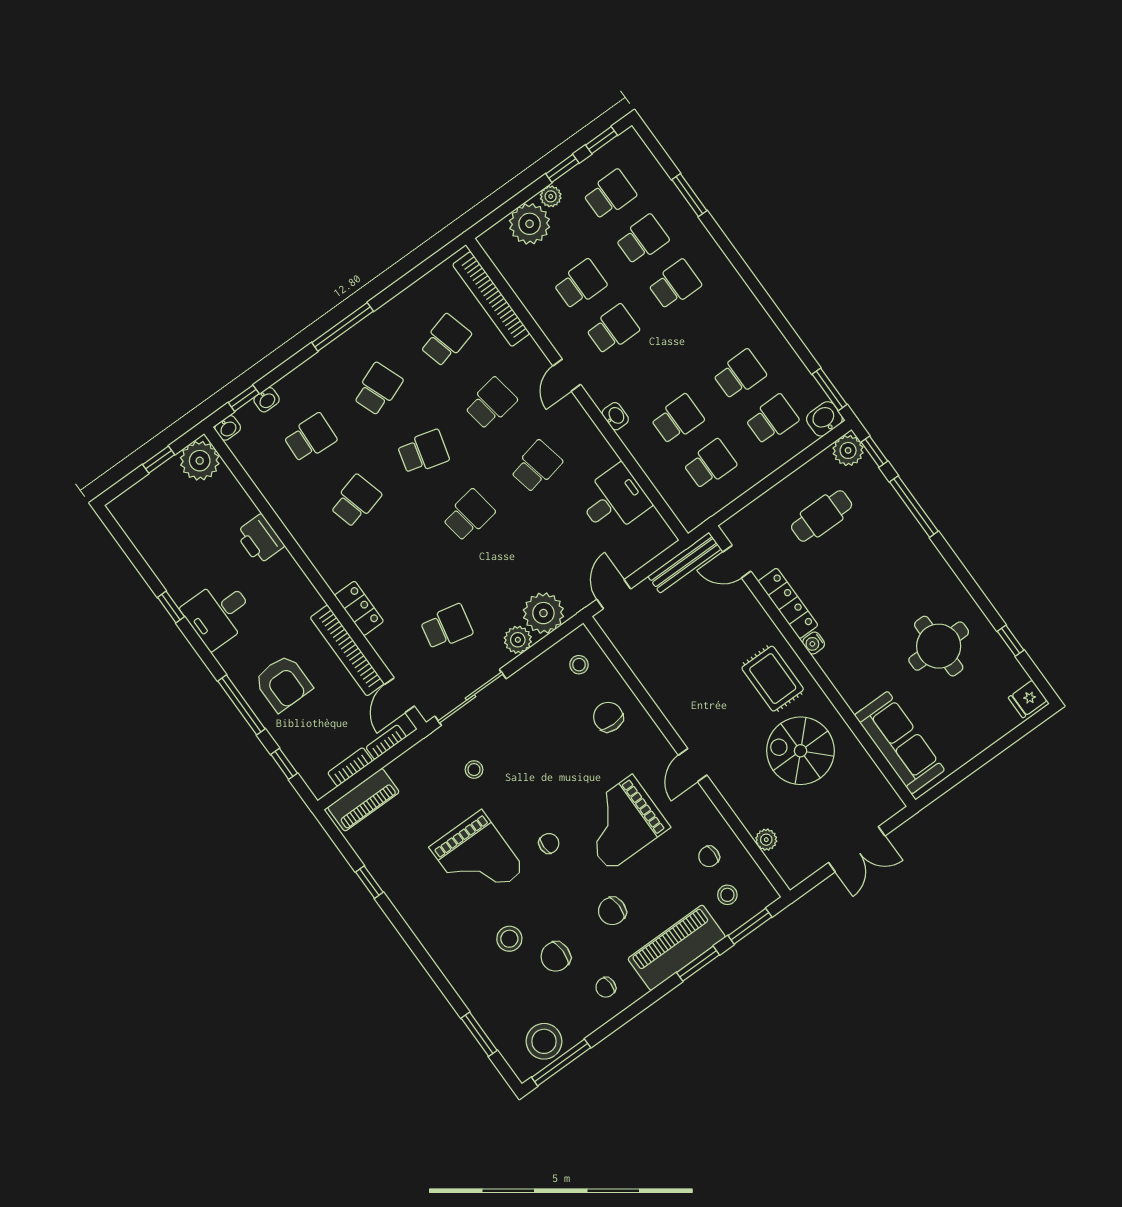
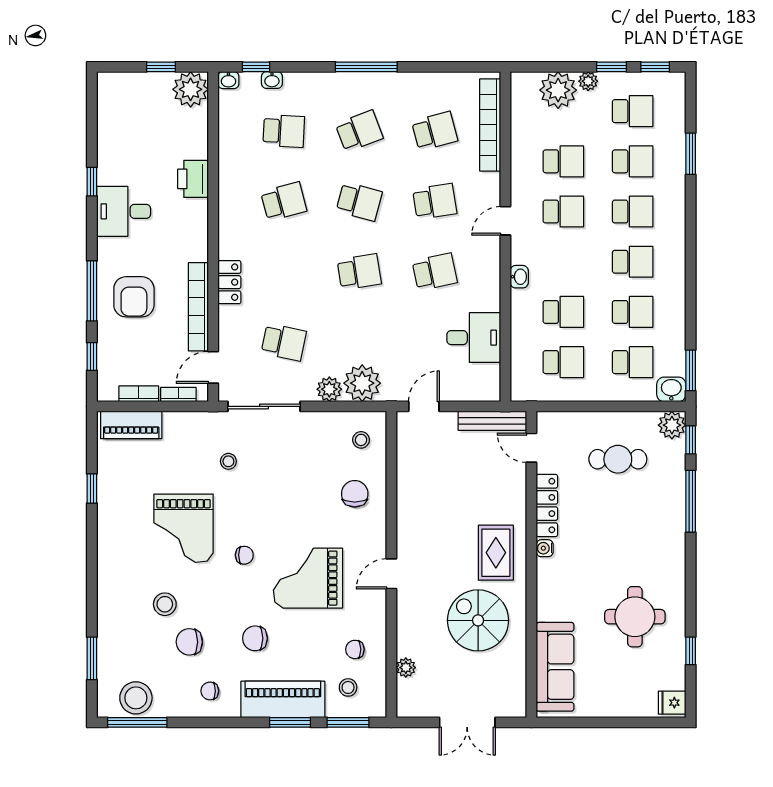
school desk: (707, 329) -> (633, 262), added

